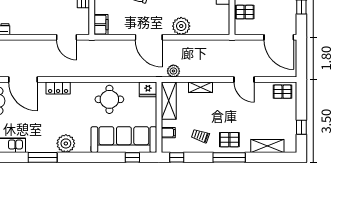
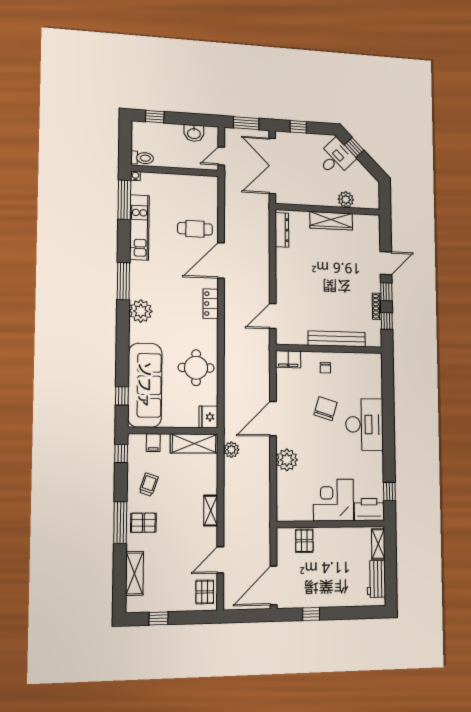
door: (244, 80) -> (220, 560), moved
shelving: (200, 87) -> (211, 511), moved
pallet: (229, 140) -> (143, 523), turned 90

